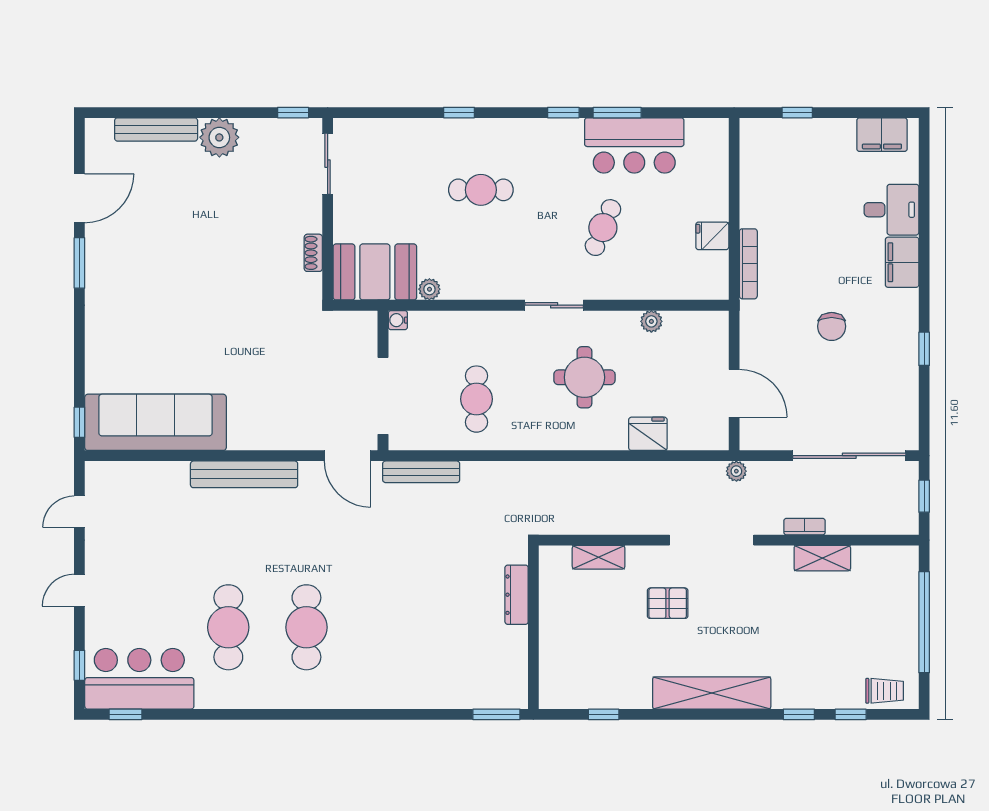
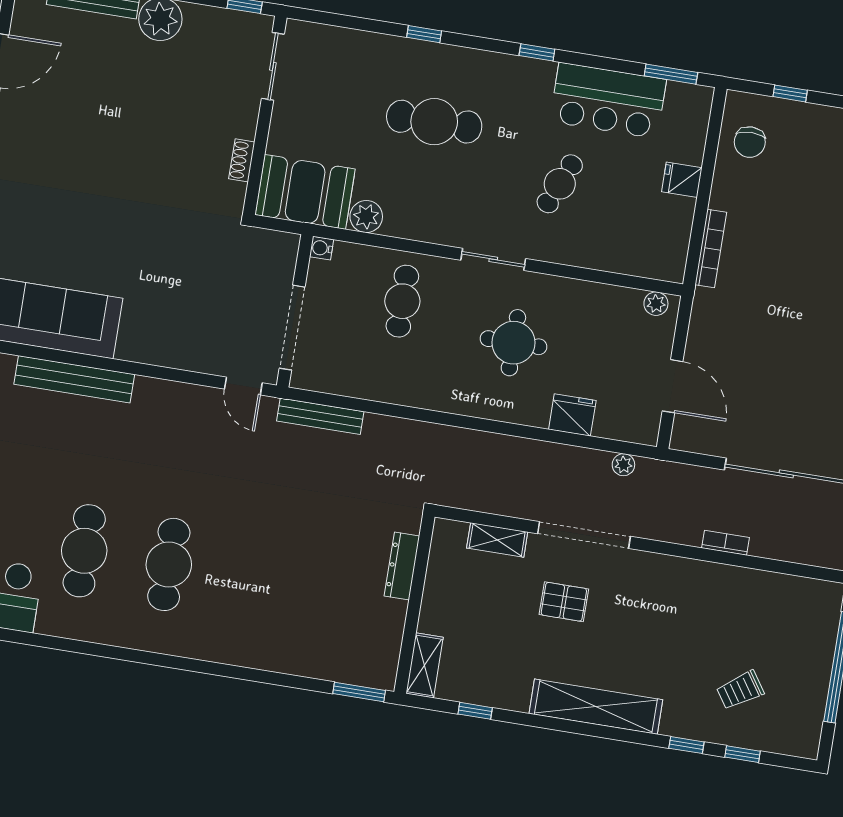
window: (617, 113) -> (671, 74), moved
cafe table: (481, 190) -> (434, 122), width x1.37, depth x1.35
fridge: (712, 236) -> (682, 180), moved
plant: (429, 289) -> (366, 217), width x1.38, depth x1.38
plant: (651, 321) -> (656, 304), moved
chair: (832, 326) -> (750, 142), moved
cafe table: (476, 399) -> (402, 301), moved
door: (348, 456) -> (243, 386), width x0.73
plant: (736, 471) -> (623, 465), moved
bench: (244, 474) -> (74, 379), moved
doorway: (712, 540) -> (584, 535), moved
shelving: (822, 558) -> (425, 665), moved, turned 90
trolley: (885, 691) -> (740, 690), moved, turned 146

